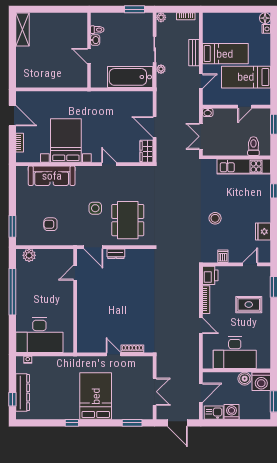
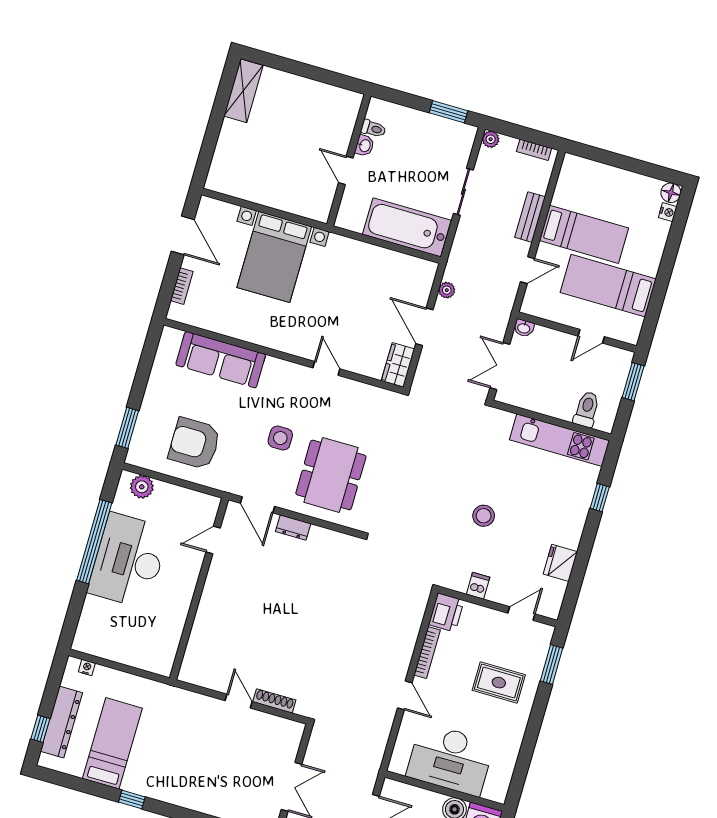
plant: (161, 69) -> (447, 290), moved
bed with nightstands: (66, 140) -> (274, 257), moved, turned 180
armchair: (50, 224) -> (194, 443), width x1.88, depth x1.88
desk: (39, 335) -> (128, 561), moved, turned 90
bed: (96, 396) -> (112, 743), moved, width x0.67

